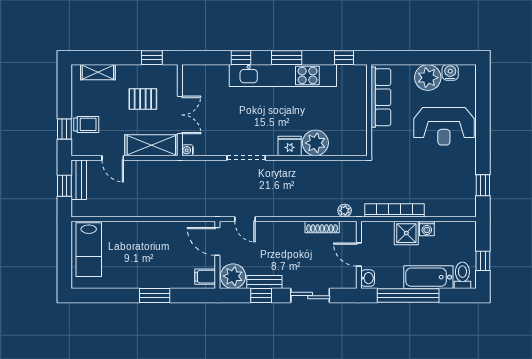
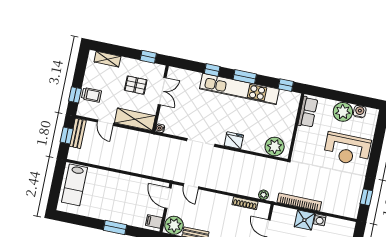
row of seats: (381, 97) -> (308, 112), width x0.68
double door: (180, 115) -> (162, 91), moved
plant: (315, 143) -> (275, 147), moved

